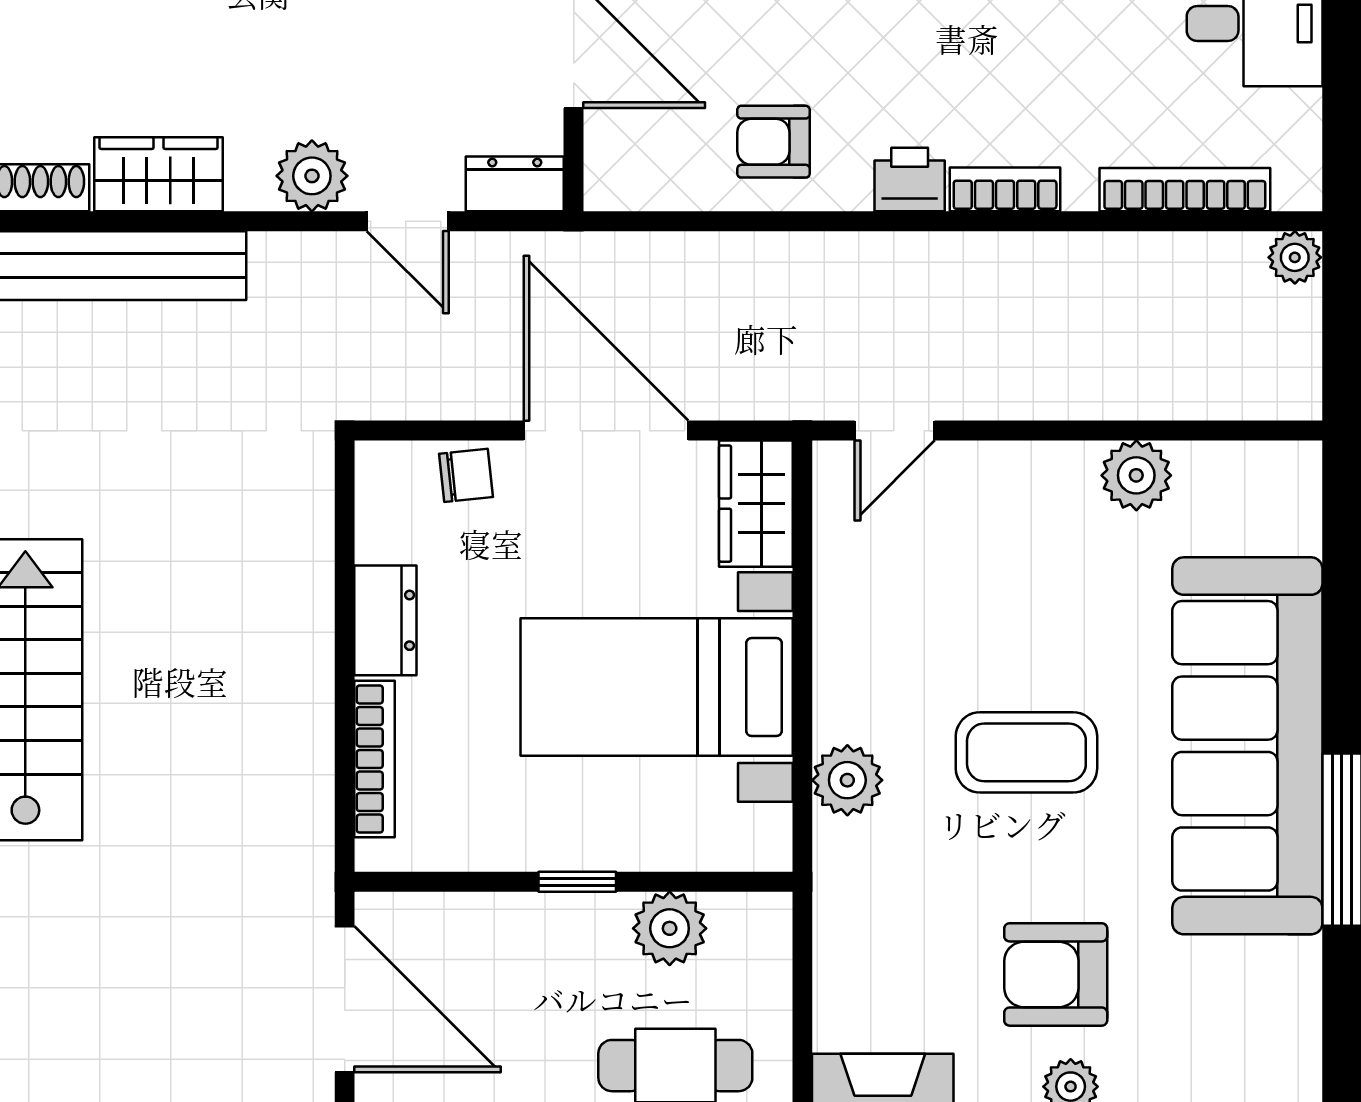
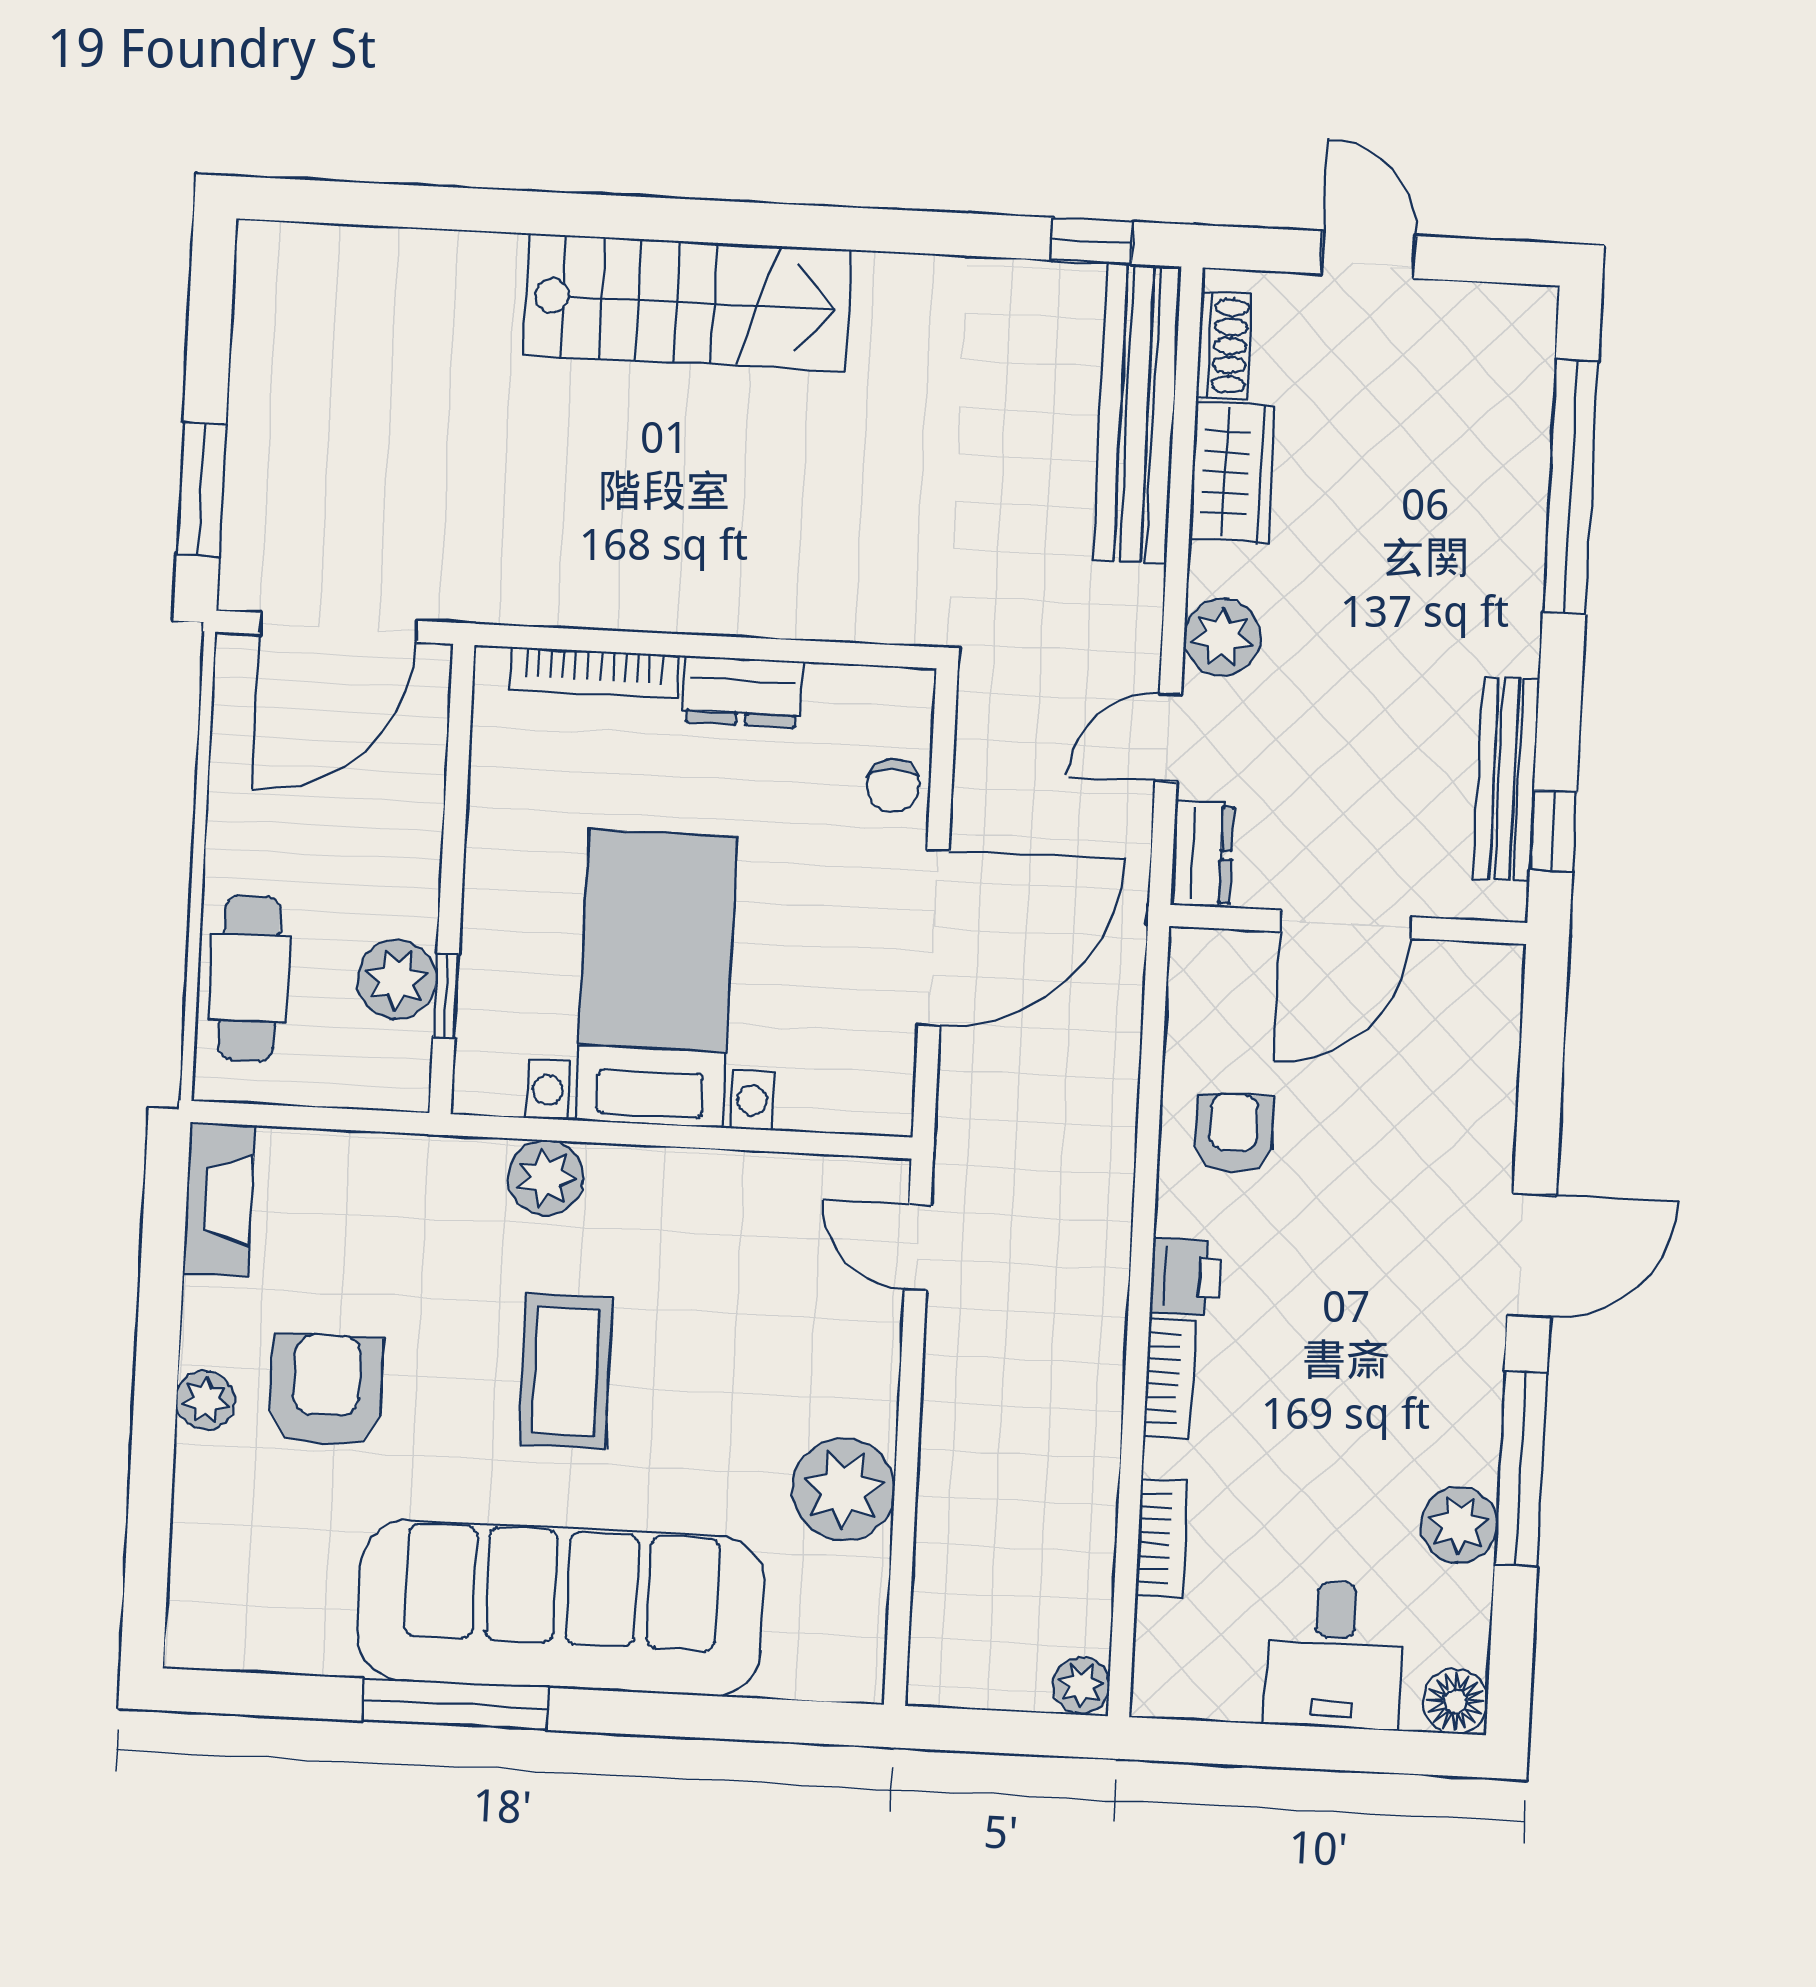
bookcase: (1185, 190) -> (1162, 1538), width x0.64
plant: (1136, 475) -> (844, 1489), width x1.36, depth x1.36
wardrobe: (756, 504) -> (847, 1095), removed
window: (577, 882) -> (446, 996), moved

